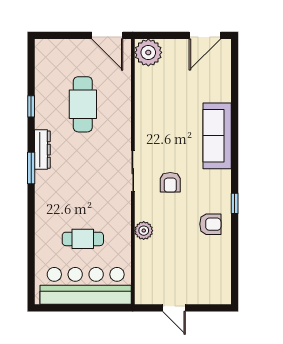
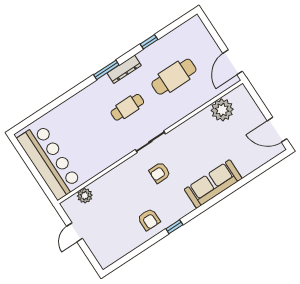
plant: (148, 52) -> (222, 110), moved
plant: (144, 231) -> (85, 196), moved
cafe table: (83, 239) -> (127, 107), moved, turned 90

